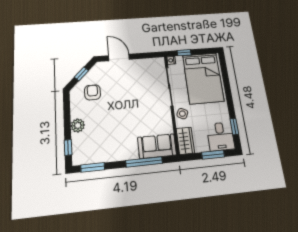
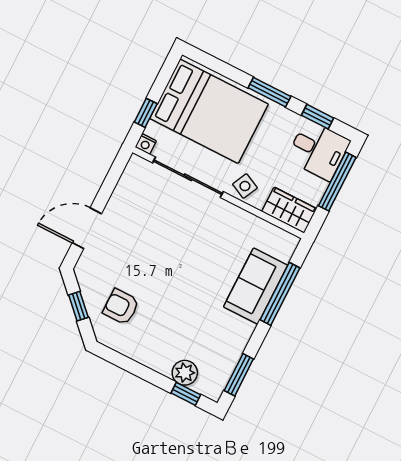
window: (229, 99) -> (269, 92), added
plant: (78, 125) -> (185, 373), moved
sofa: (157, 146) -> (256, 286), moved
window: (213, 155) -> (337, 182), width x1.44

